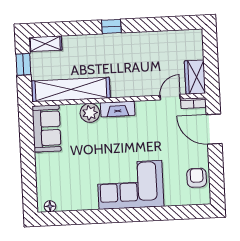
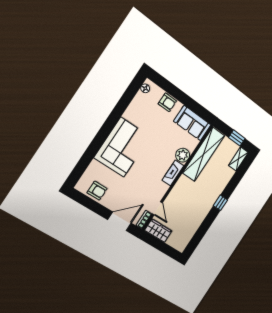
armchair: (46, 172) -> (167, 102), added

